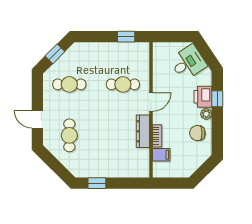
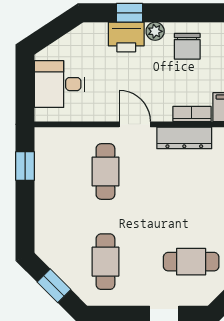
desk: (188, 63) -> (60, 84), moved, turned -57

